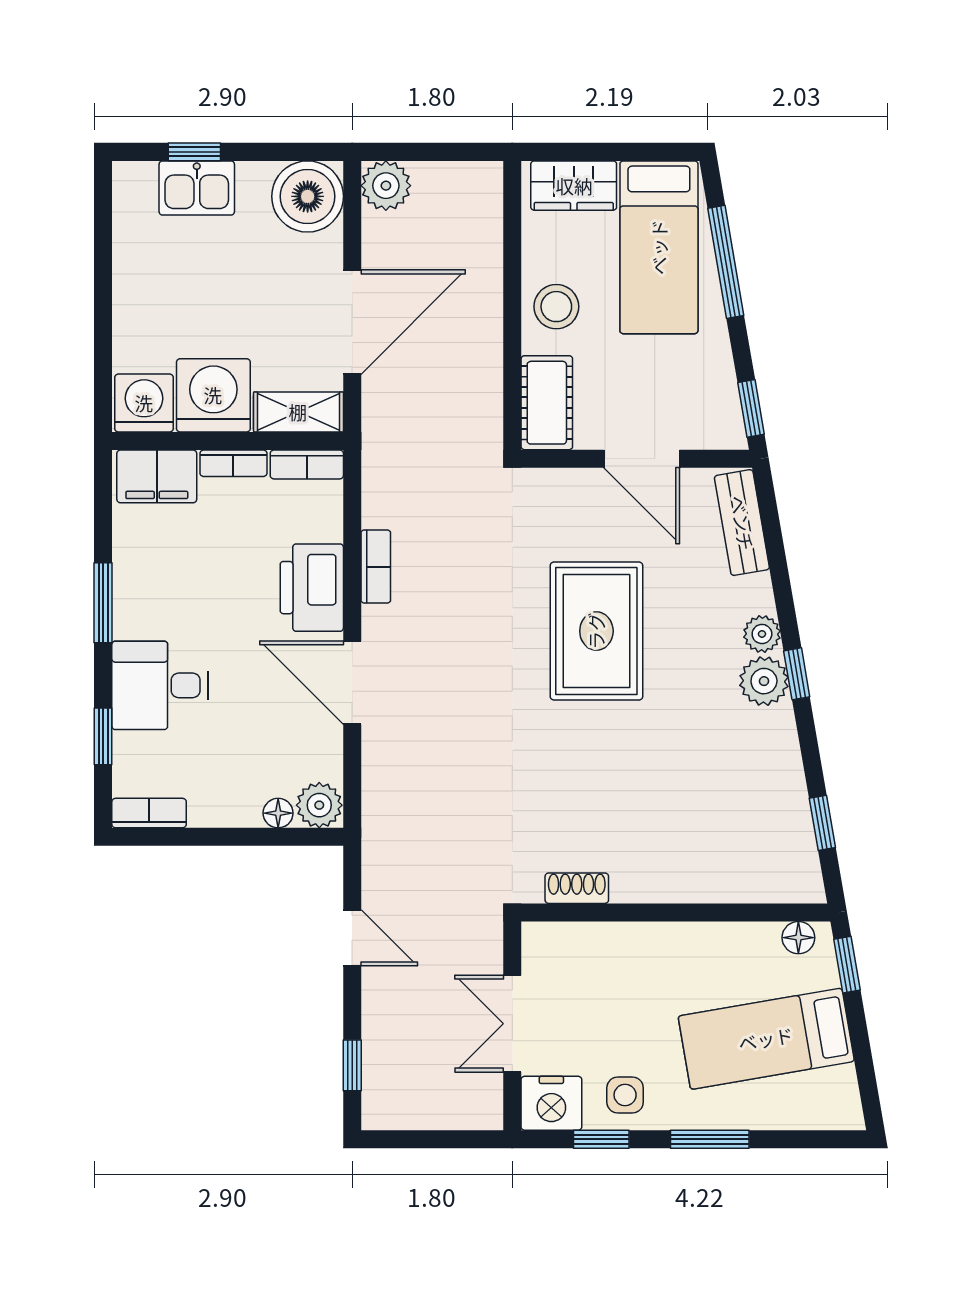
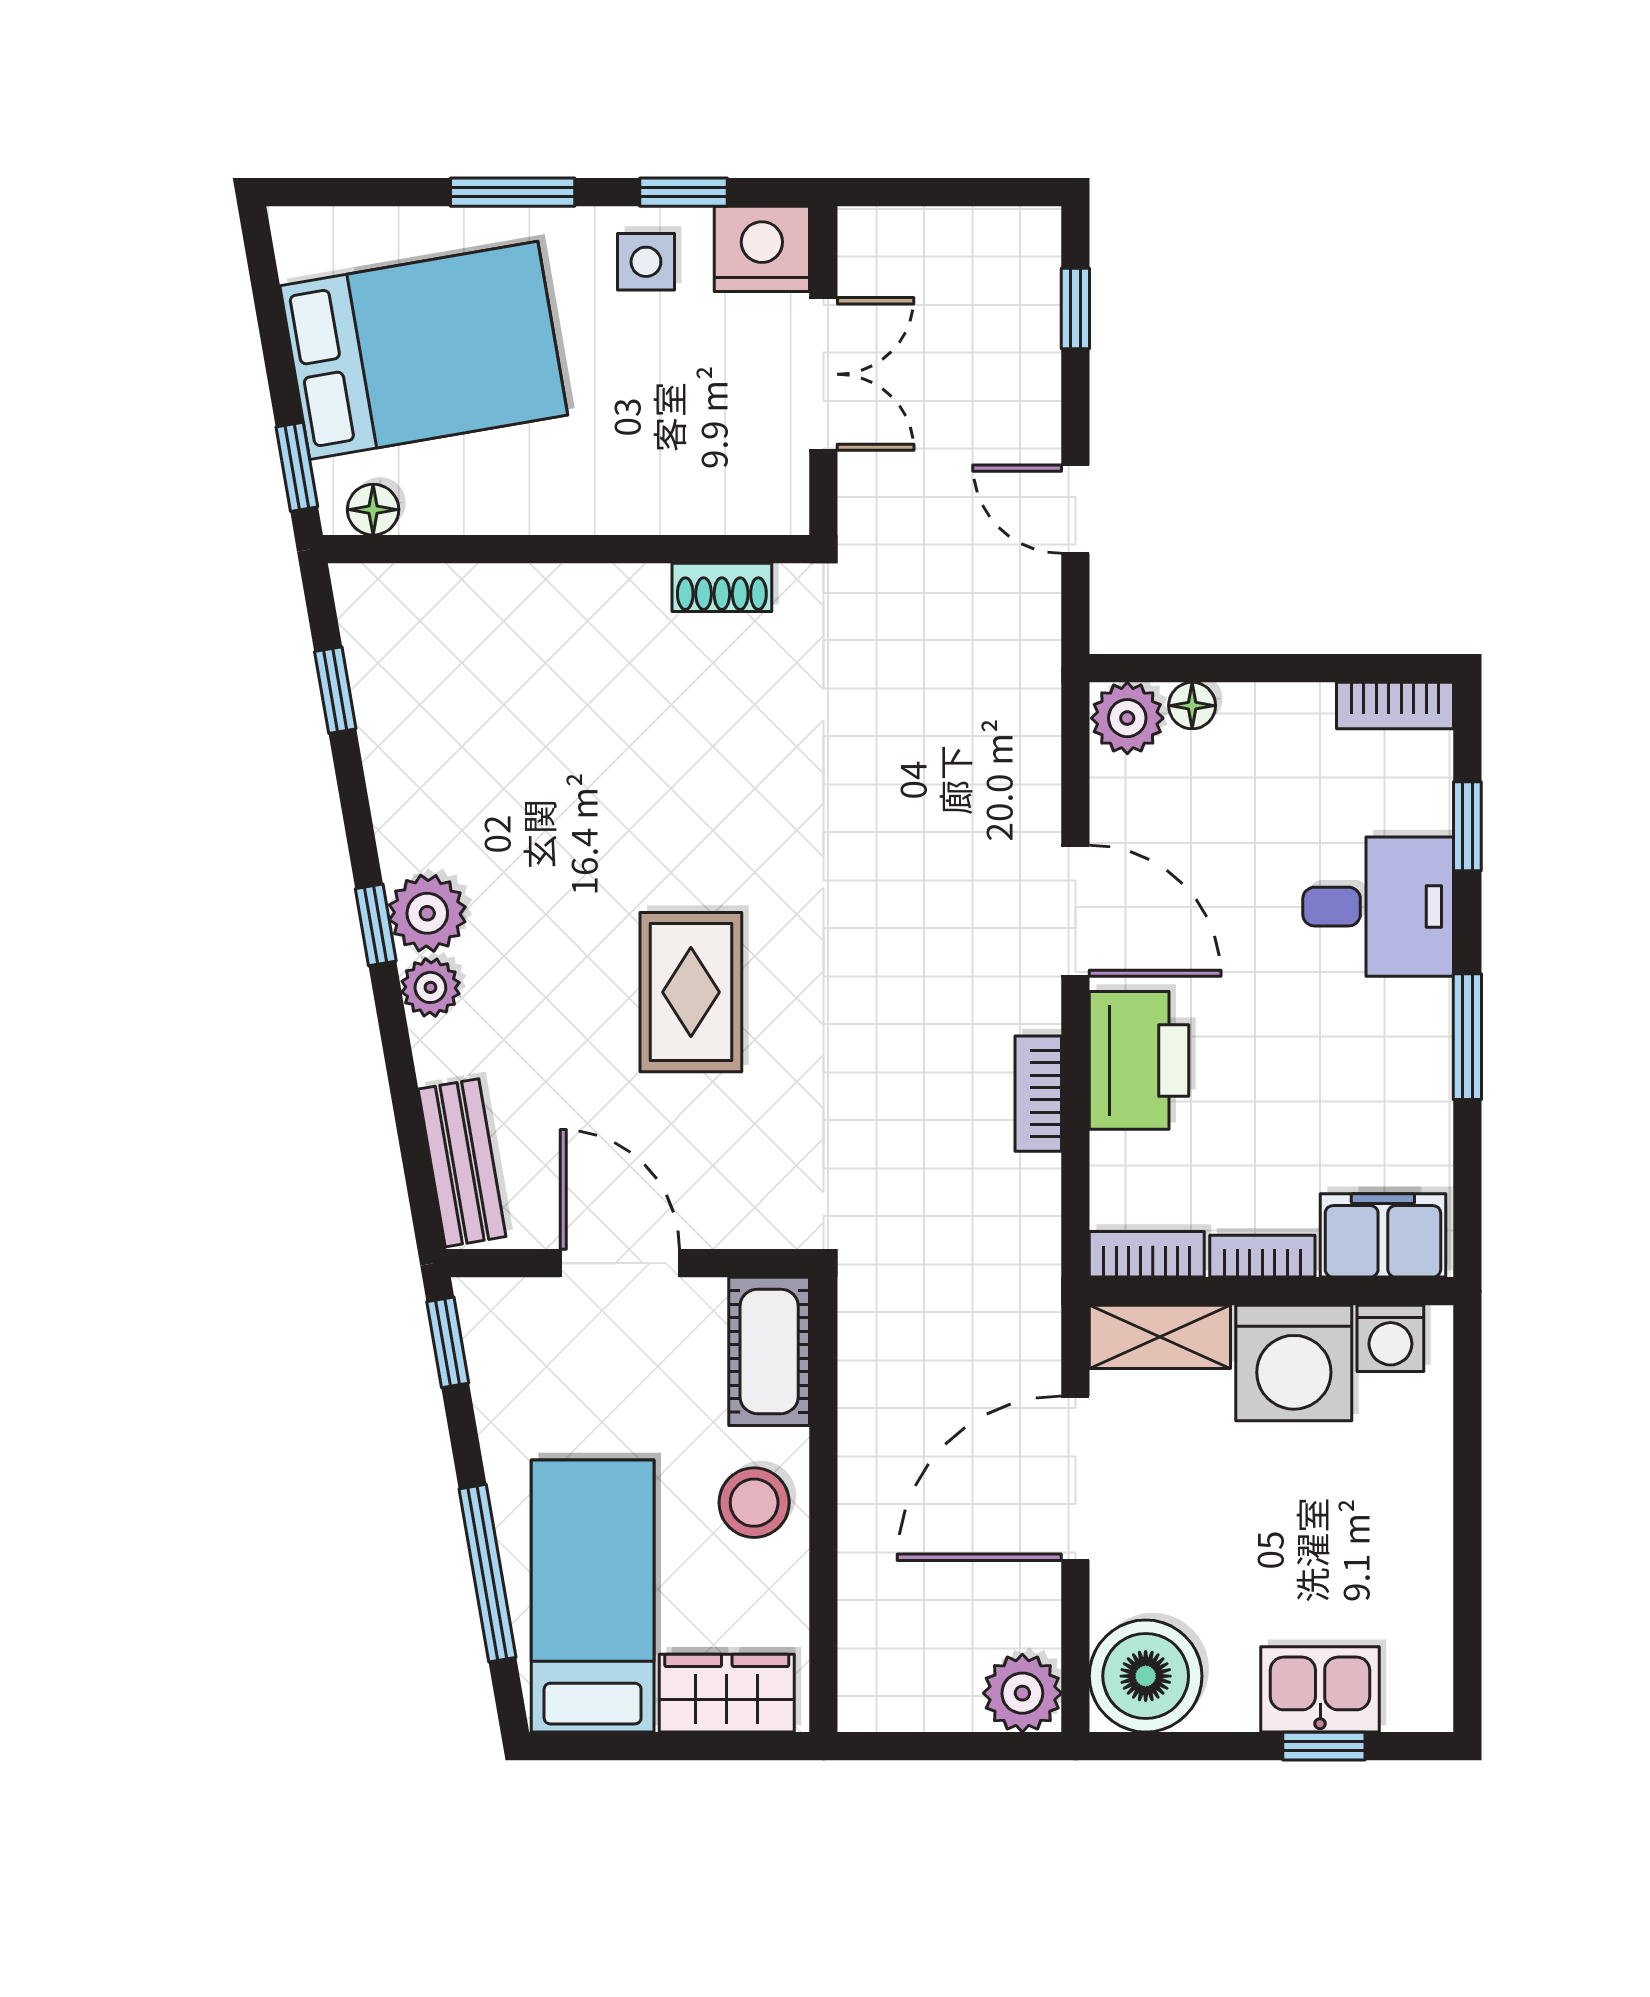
washing machine: (144, 403) -> (1390, 1338), width x0.73, depth x0.73
rug: (596, 631) -> (691, 992), width x0.73, depth x0.70
bed: (766, 1039) -> (424, 350), width x1.50

